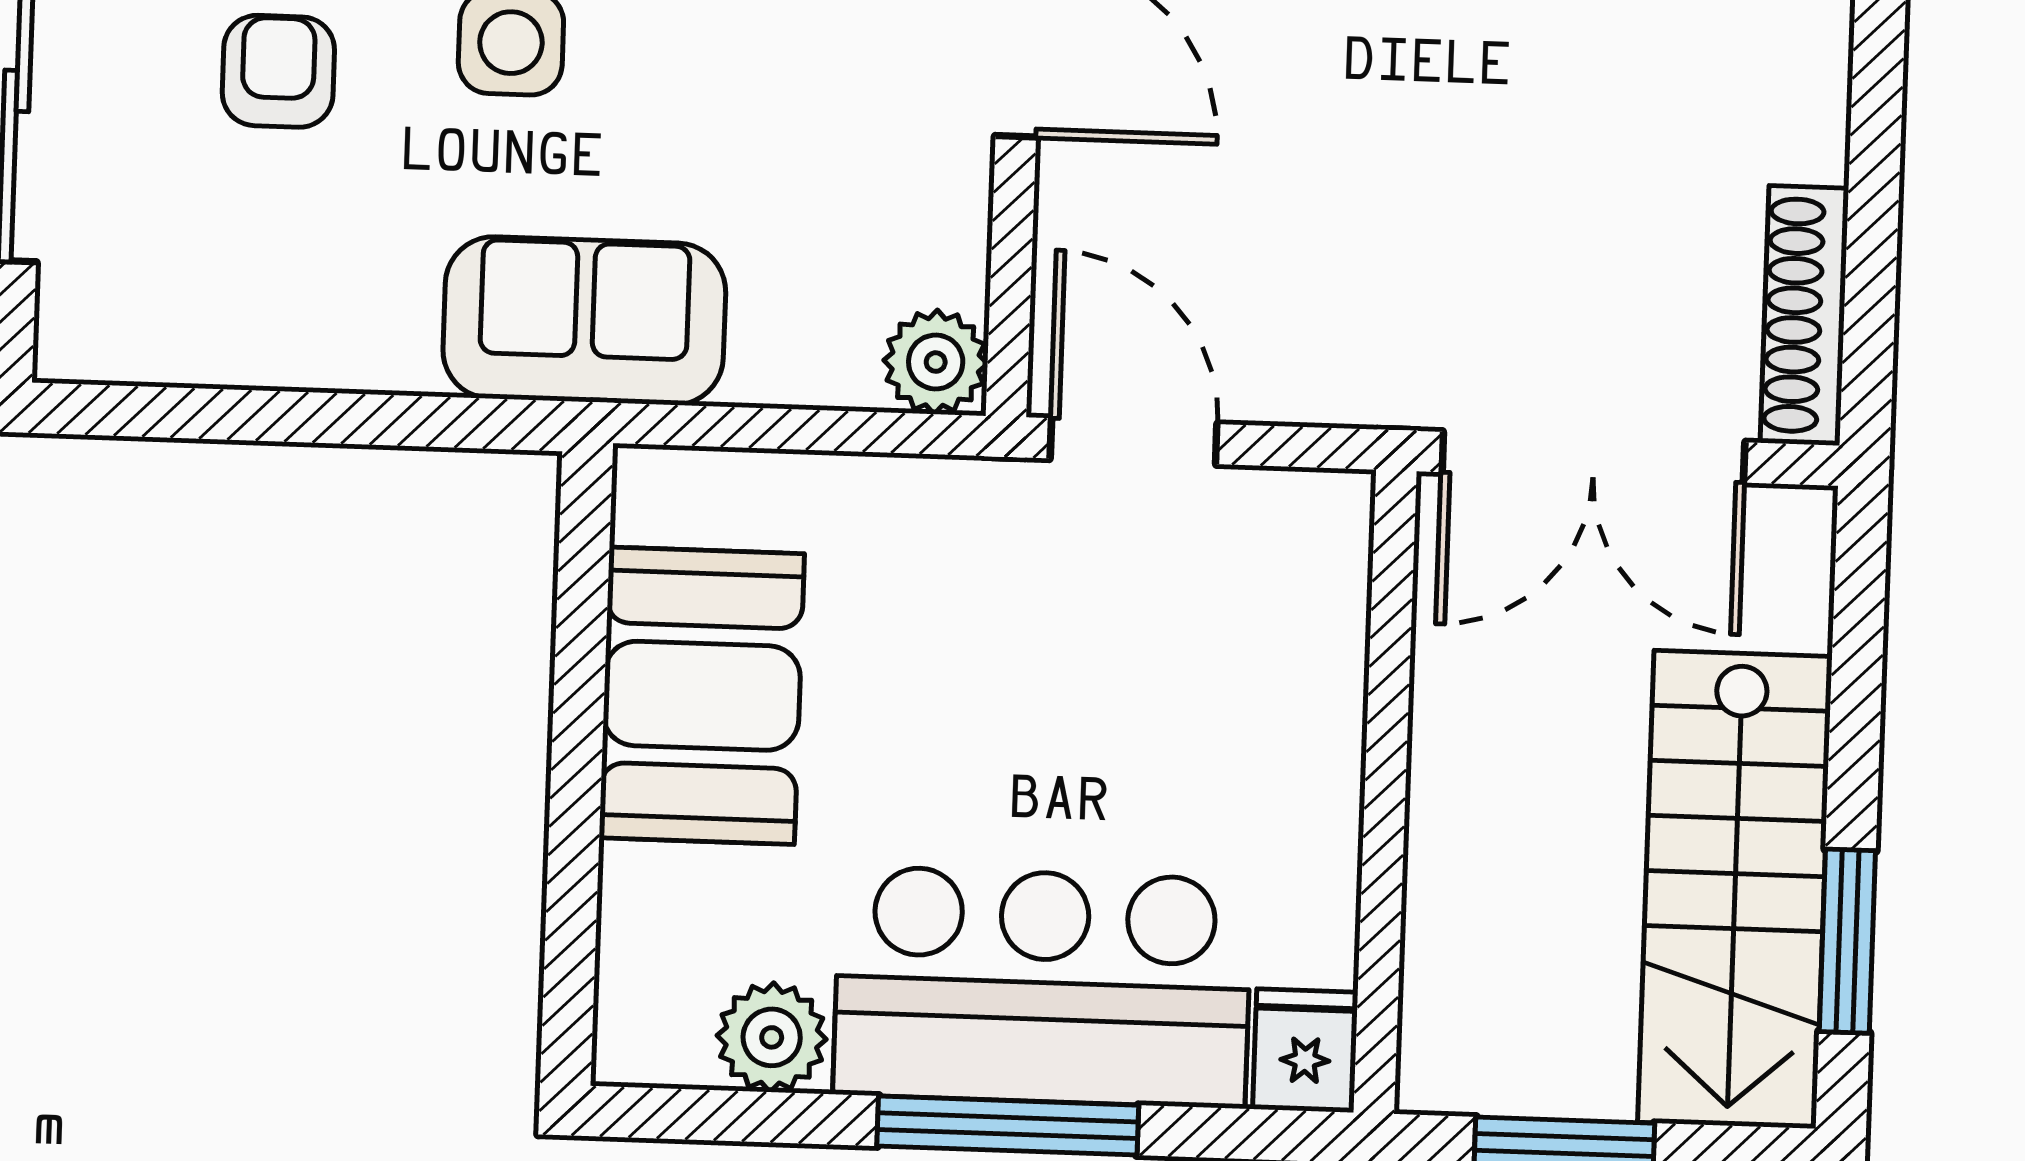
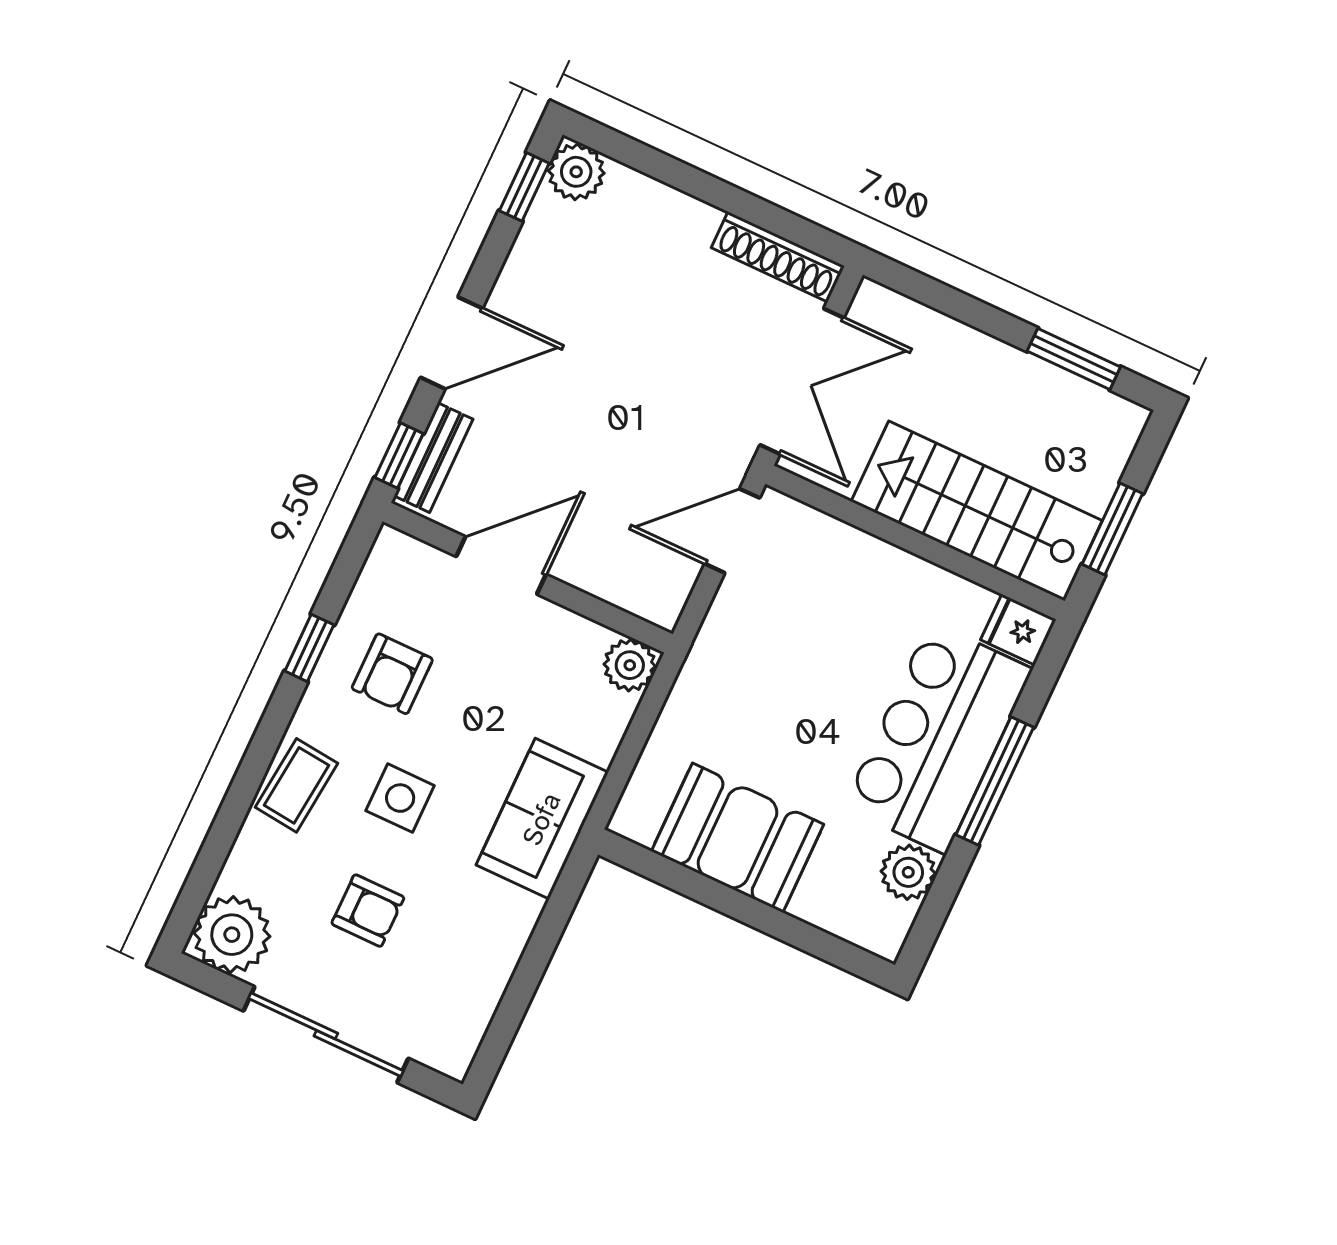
armchair: (278, 71) -> (368, 911), turned 180
door: (1134, 441) -> (732, 531), moved
stairs: (1735, 889) -> (977, 511), moved, turned 180

